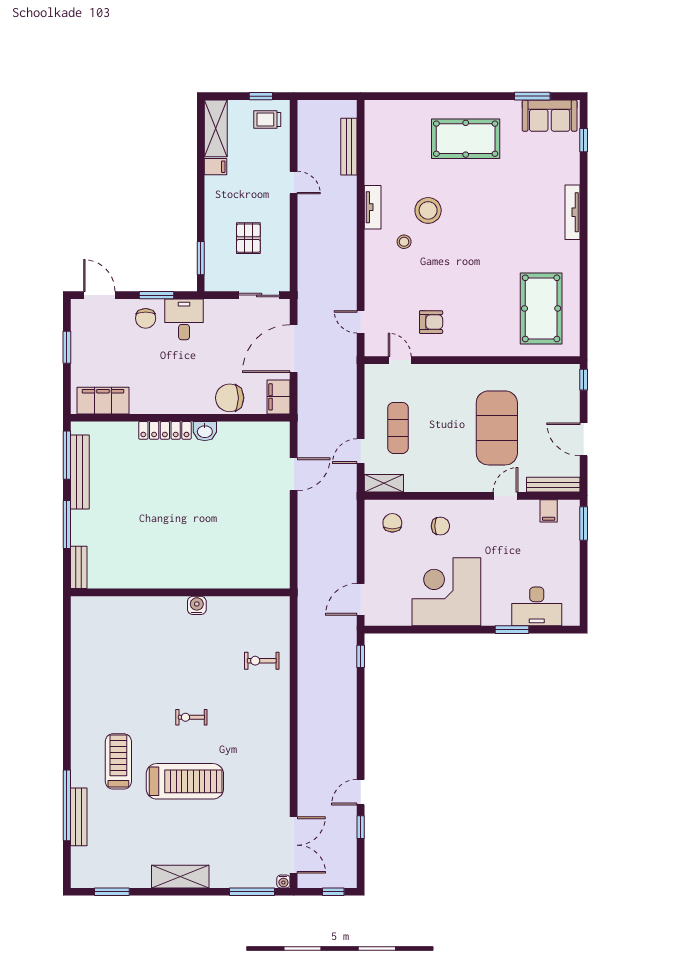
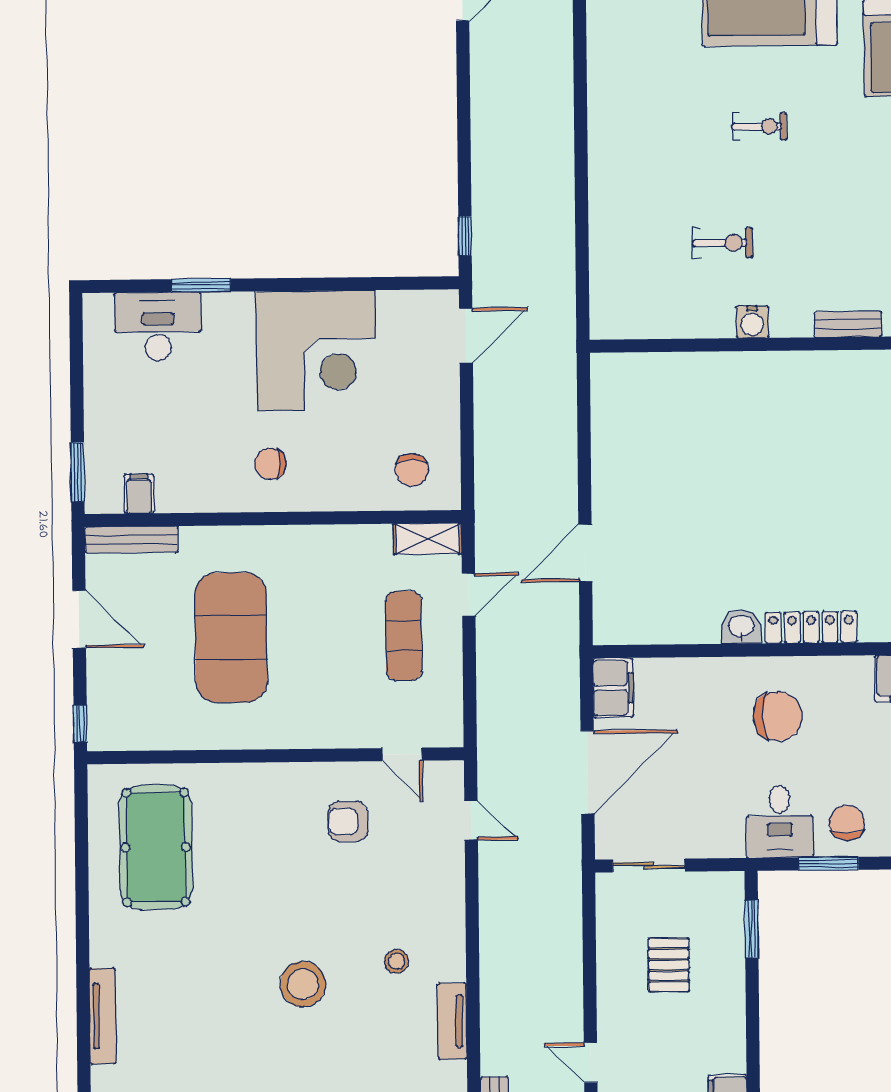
stool: (428, 210) -> (303, 984), moved
chair: (230, 398) -> (778, 716), moved
door: (506, 496) -> (215, 519), removed
chair: (440, 526) -> (270, 464), moved
bench: (142, 604) -> (848, 324), added
exercise bike: (262, 661) -> (723, 243), moved

